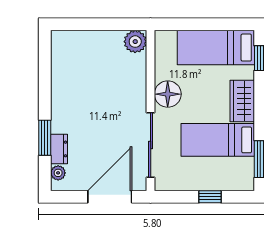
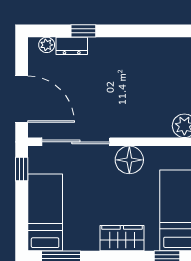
window: (45, 138) -> (83, 31), width x0.67
bed: (218, 140) -> (45, 212), moved
window: (210, 197) -> (22, 169), moved

